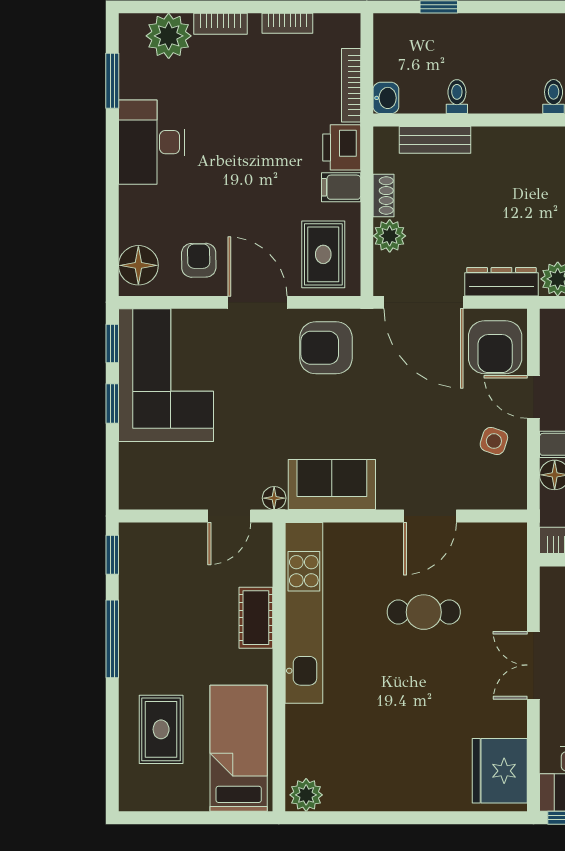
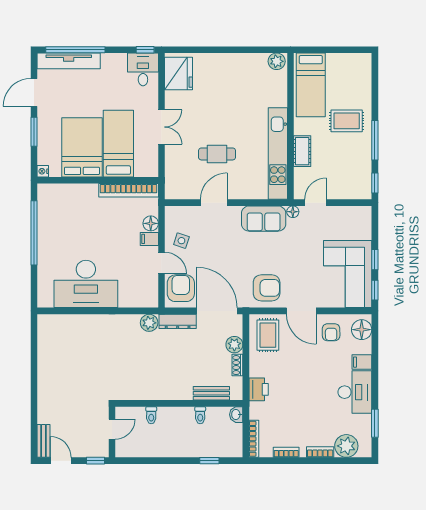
bookcase: (351, 85) -> (254, 439), moved
filing cabinet: (341, 187) -> (362, 362), moved, turned 180
rug: (161, 729) -> (347, 121), moved, turned 90

